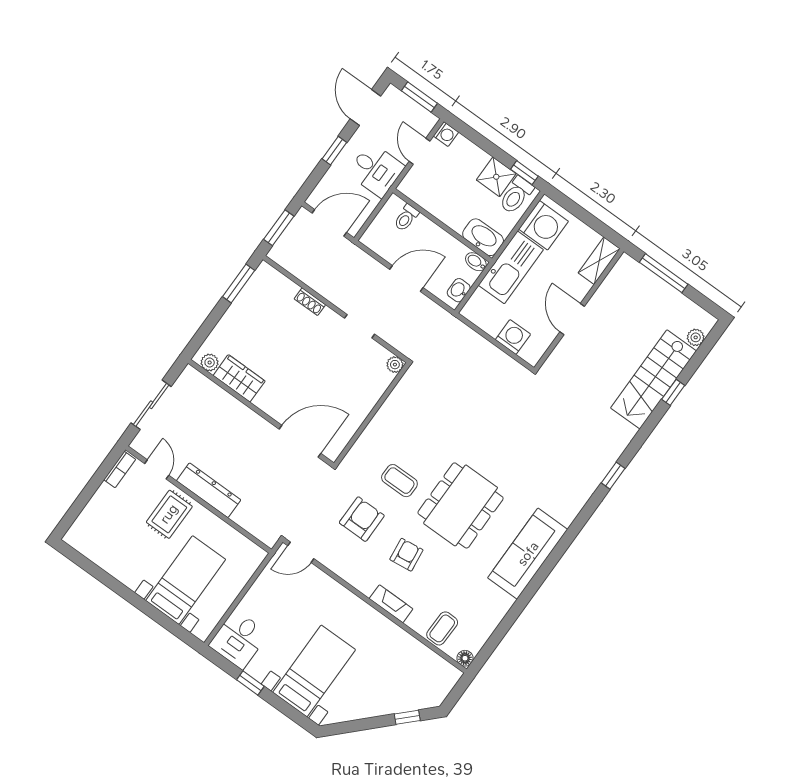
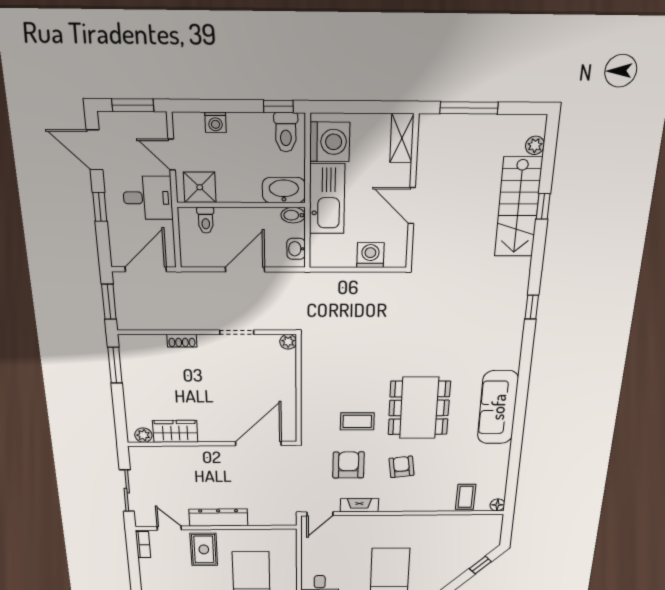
washing machine: (446, 134) -> (215, 122), moved, turned 90
shower: (496, 177) -> (200, 187), moved
fireplace: (391, 604) -> (359, 505), moved

